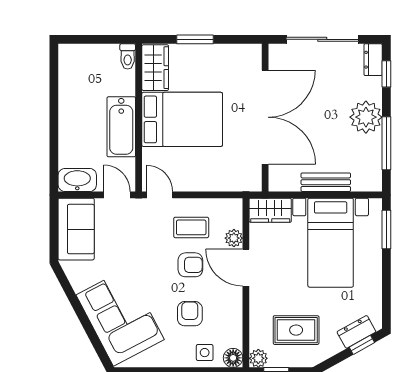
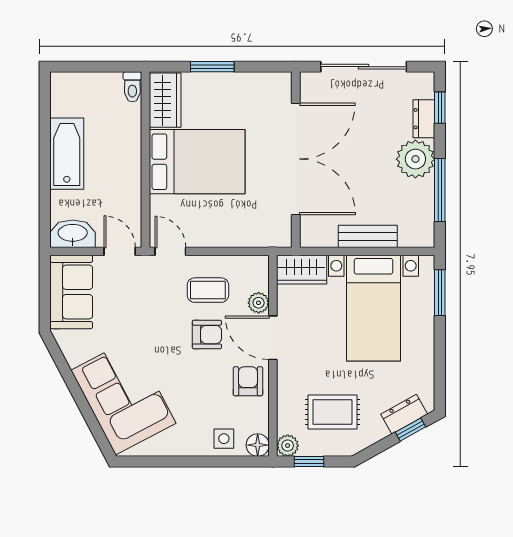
dresser: (373, 60) -> (424, 119), moved
bathtub: (121, 127) -> (67, 154), moved, turned 180
armchair: (190, 314) -> (248, 381), moved

